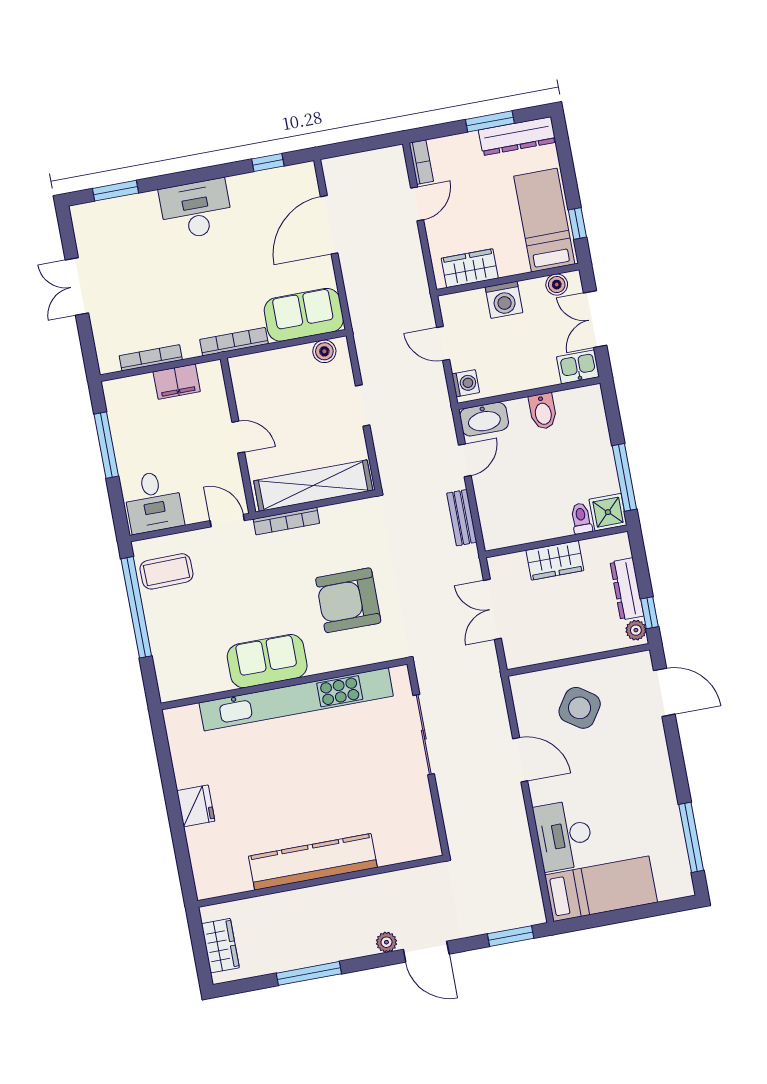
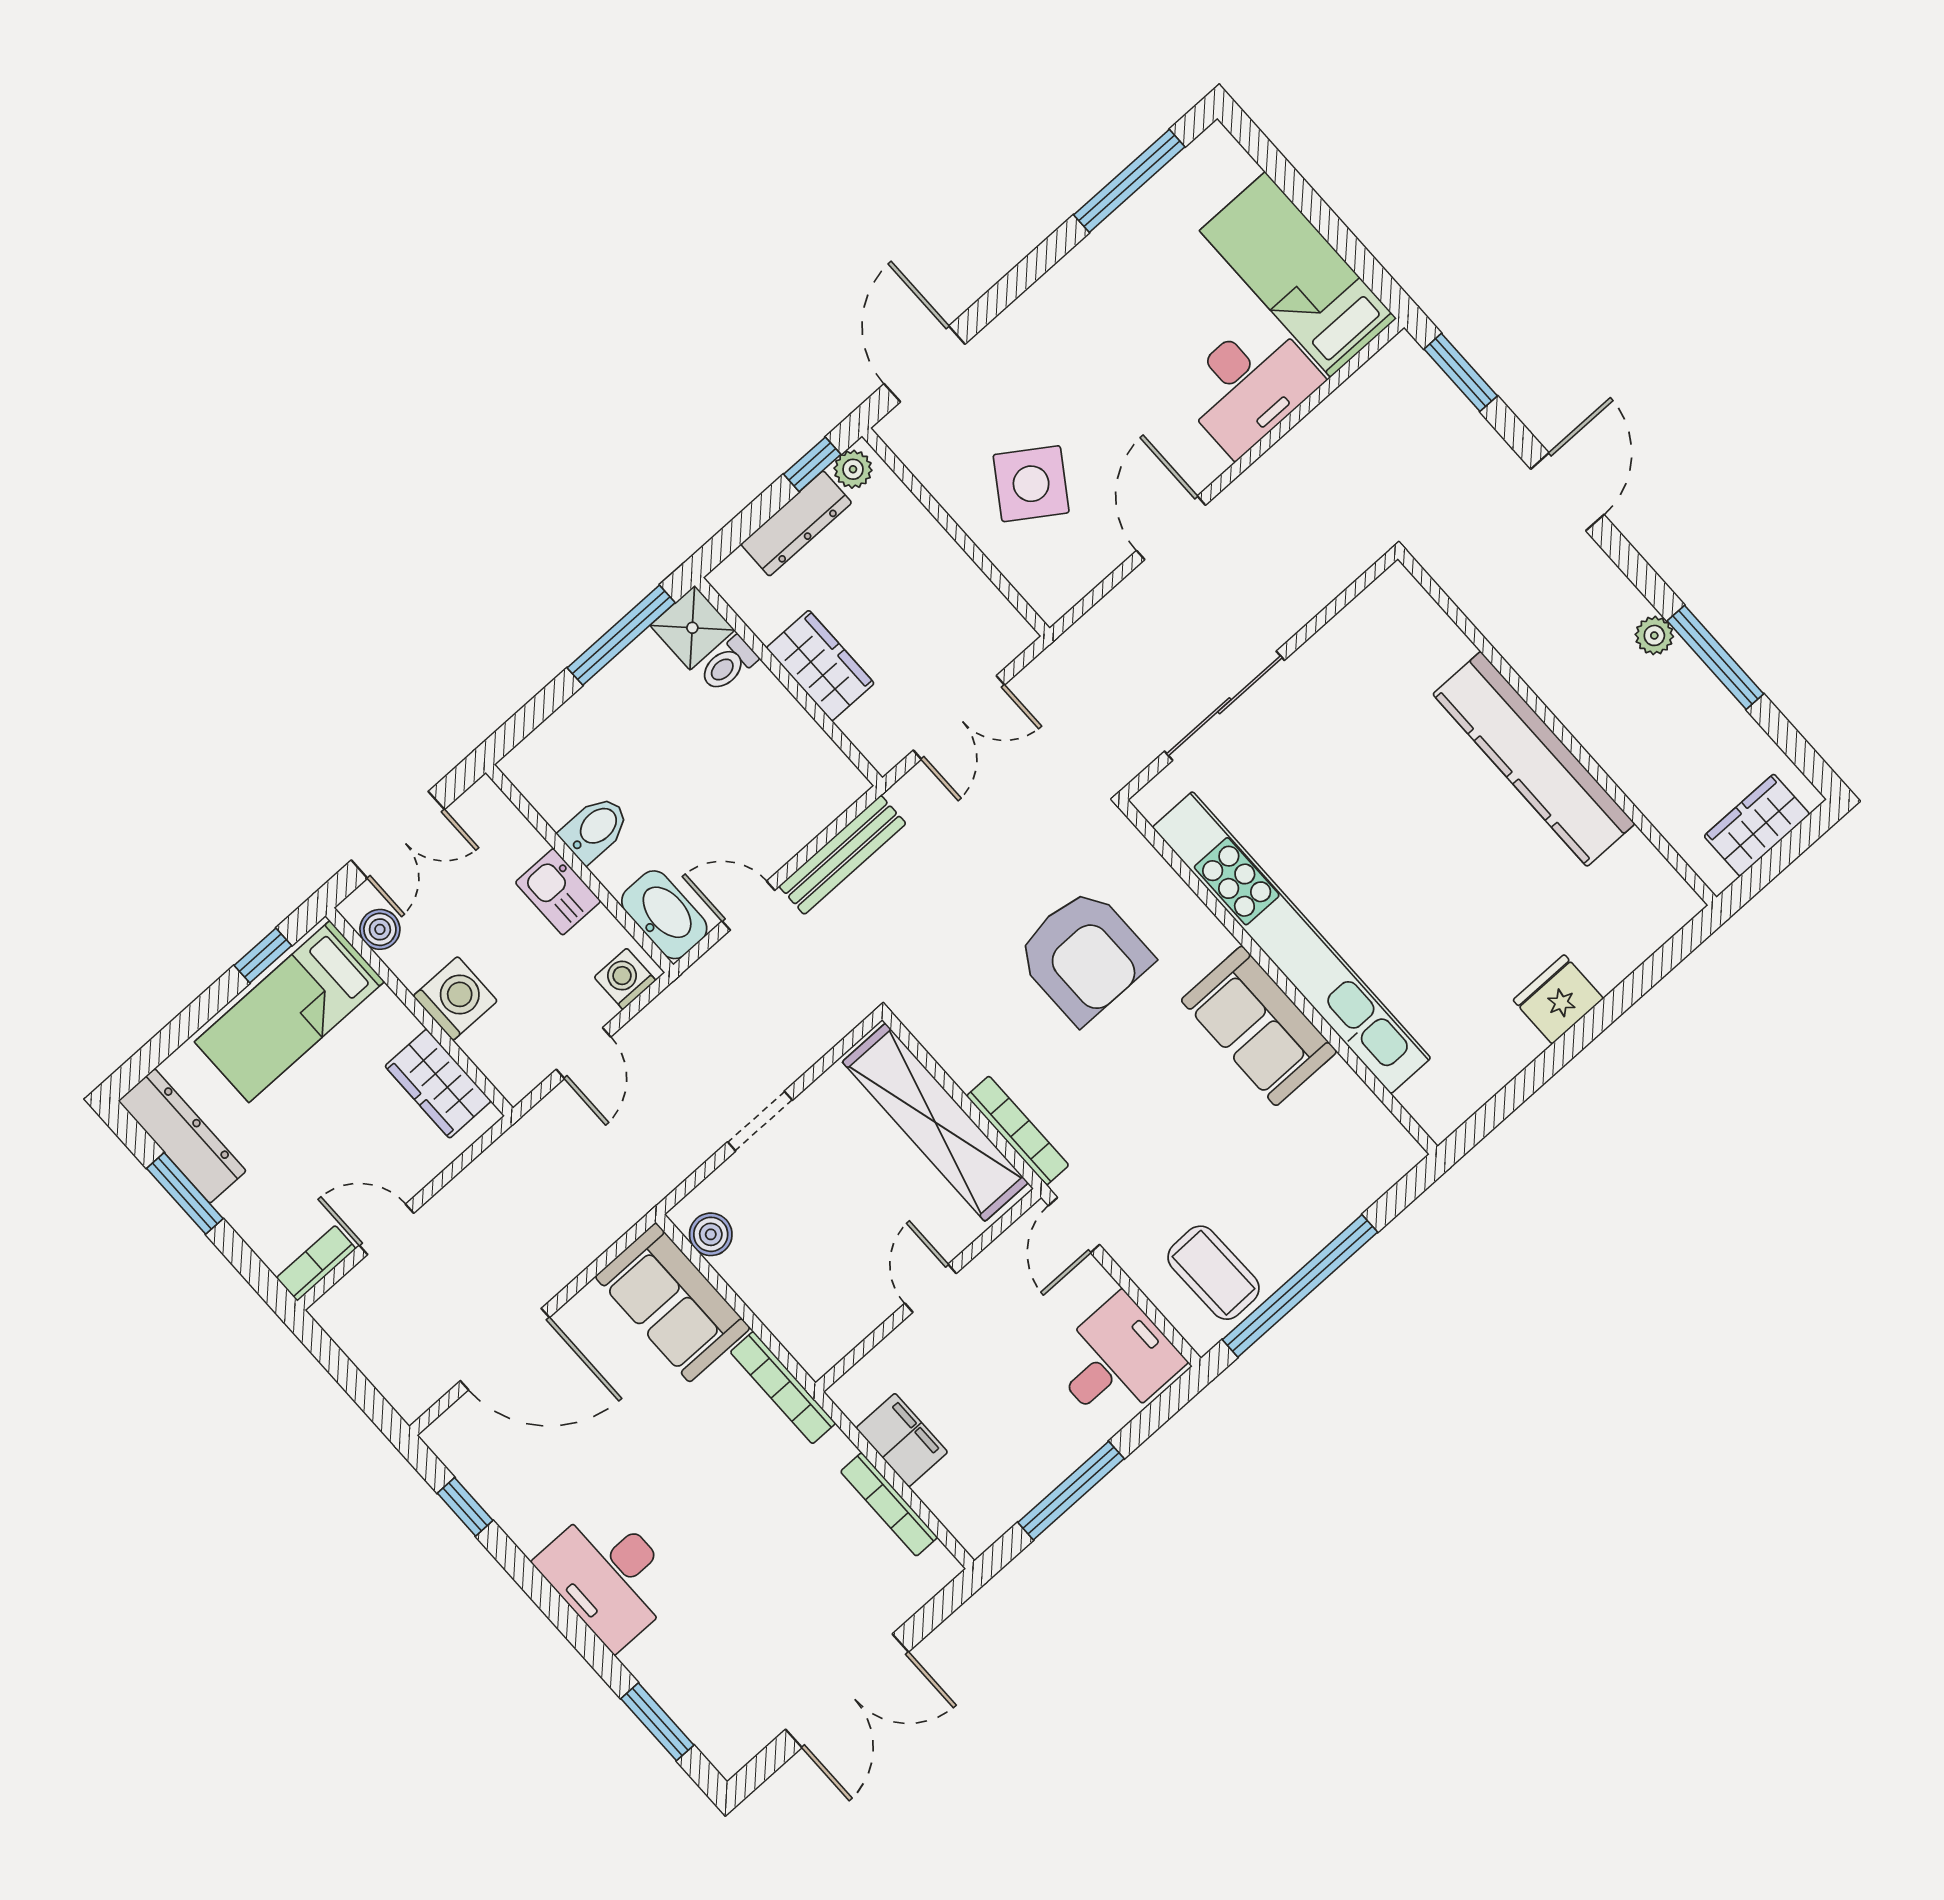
double door: (77, 287) -> (847, 1691), width x1.37
kitchen sink: (578, 367) -> (558, 892), moved
bench: (462, 518) -> (842, 855), width x1.36
plant: (386, 942) -> (1654, 635), moved

